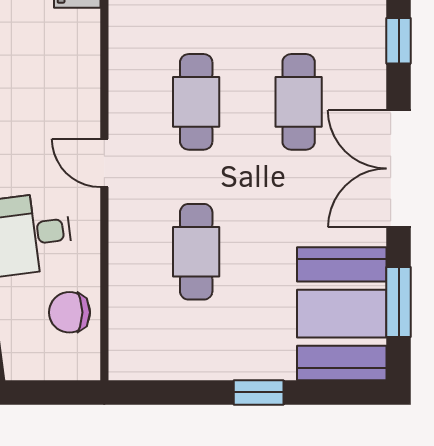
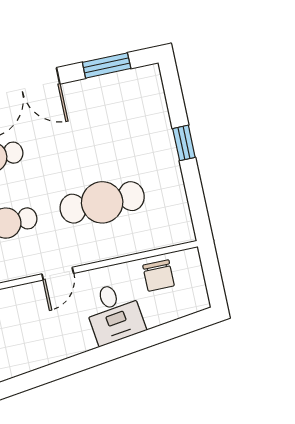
cafe table: (196, 252) -> (102, 202), width x1.37, depth x1.35
booth: (342, 314) -> (122, 100), removed

